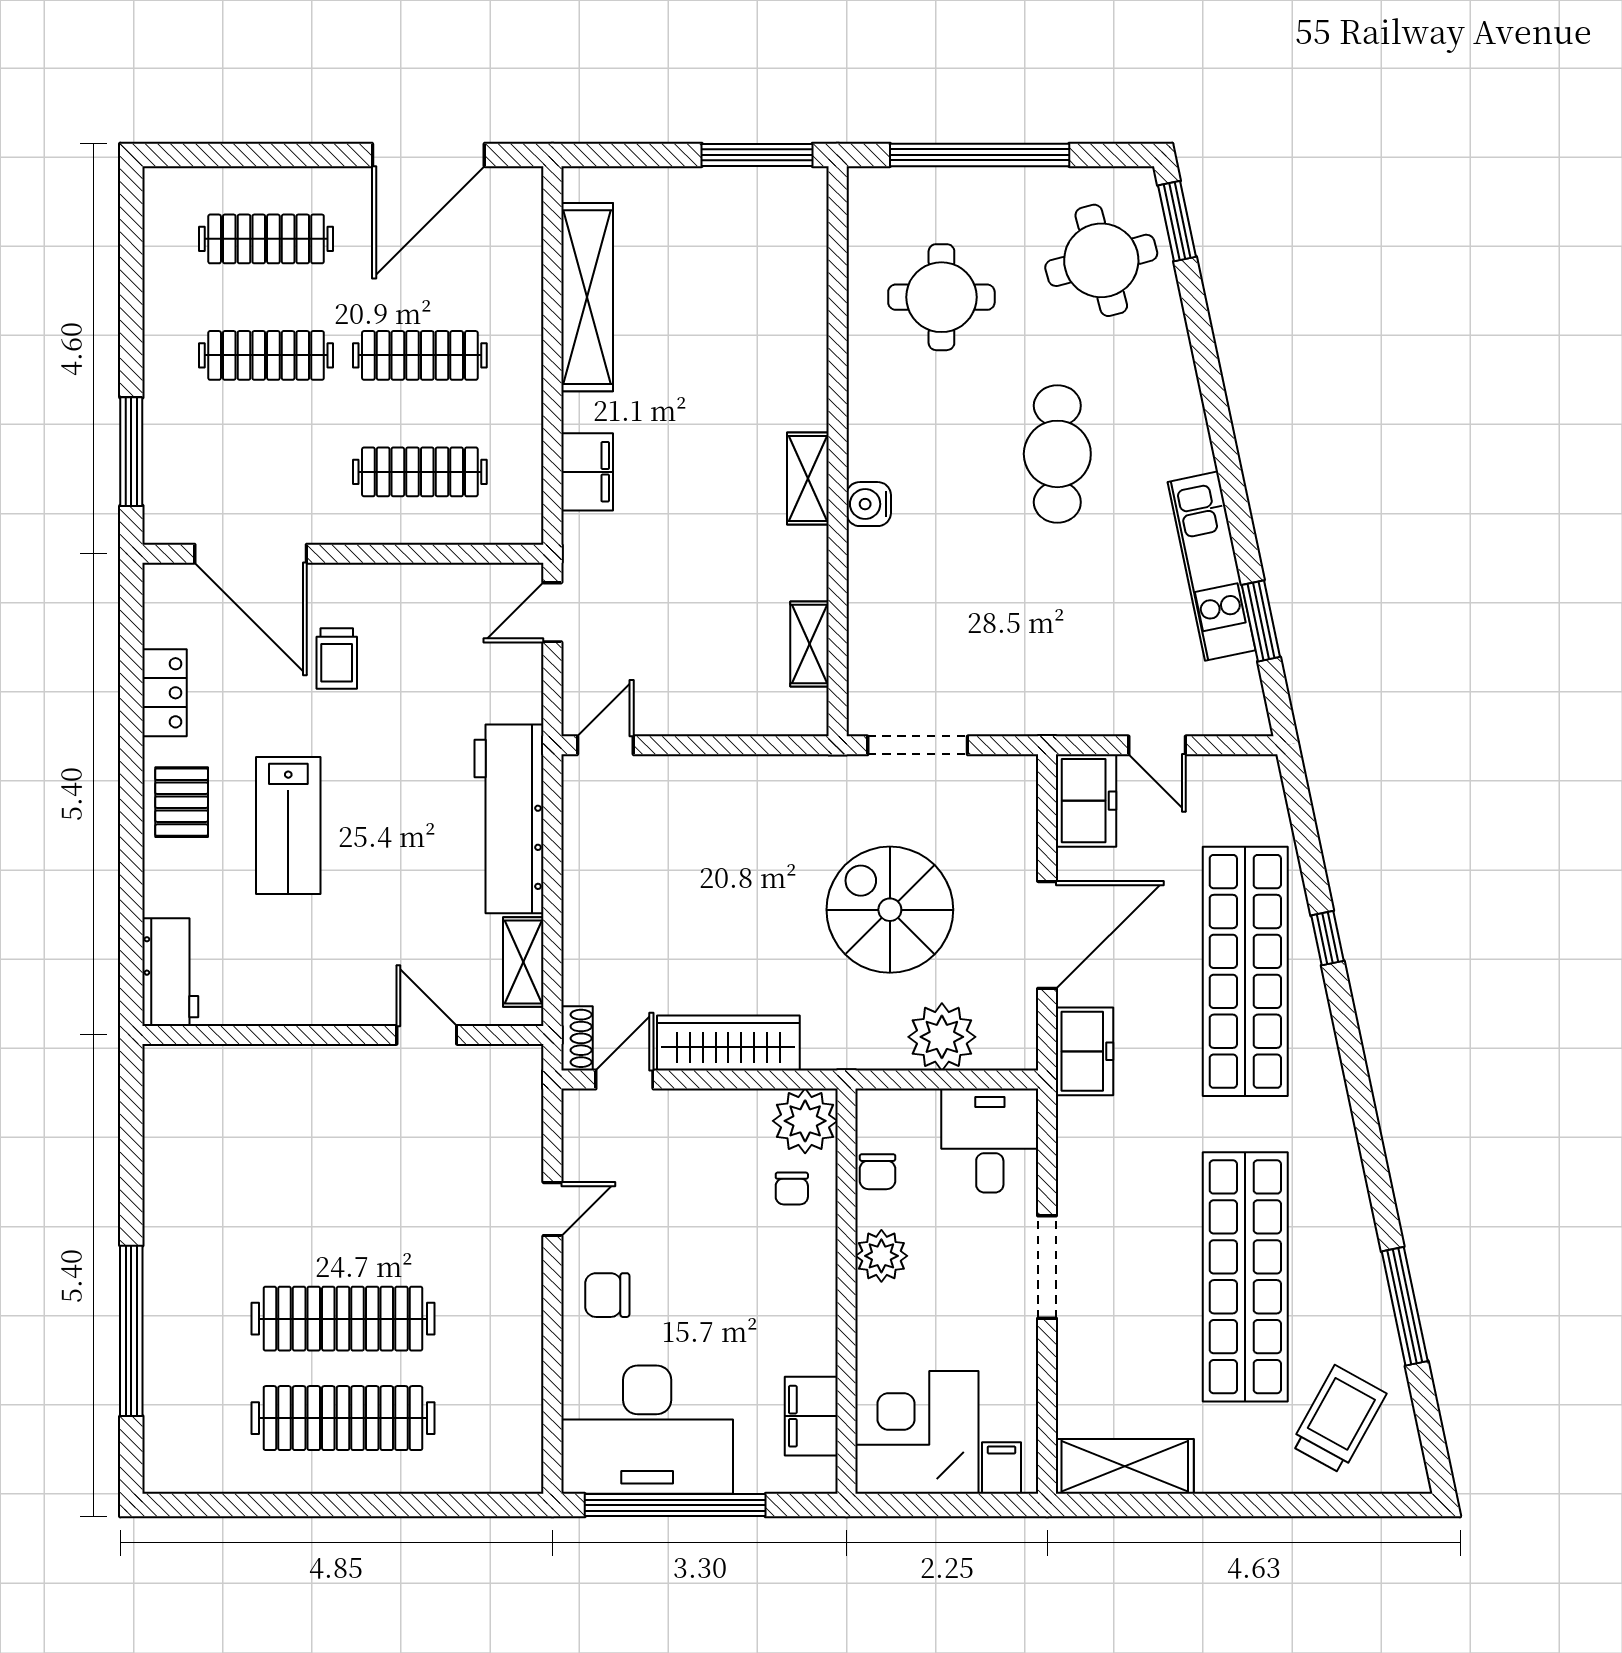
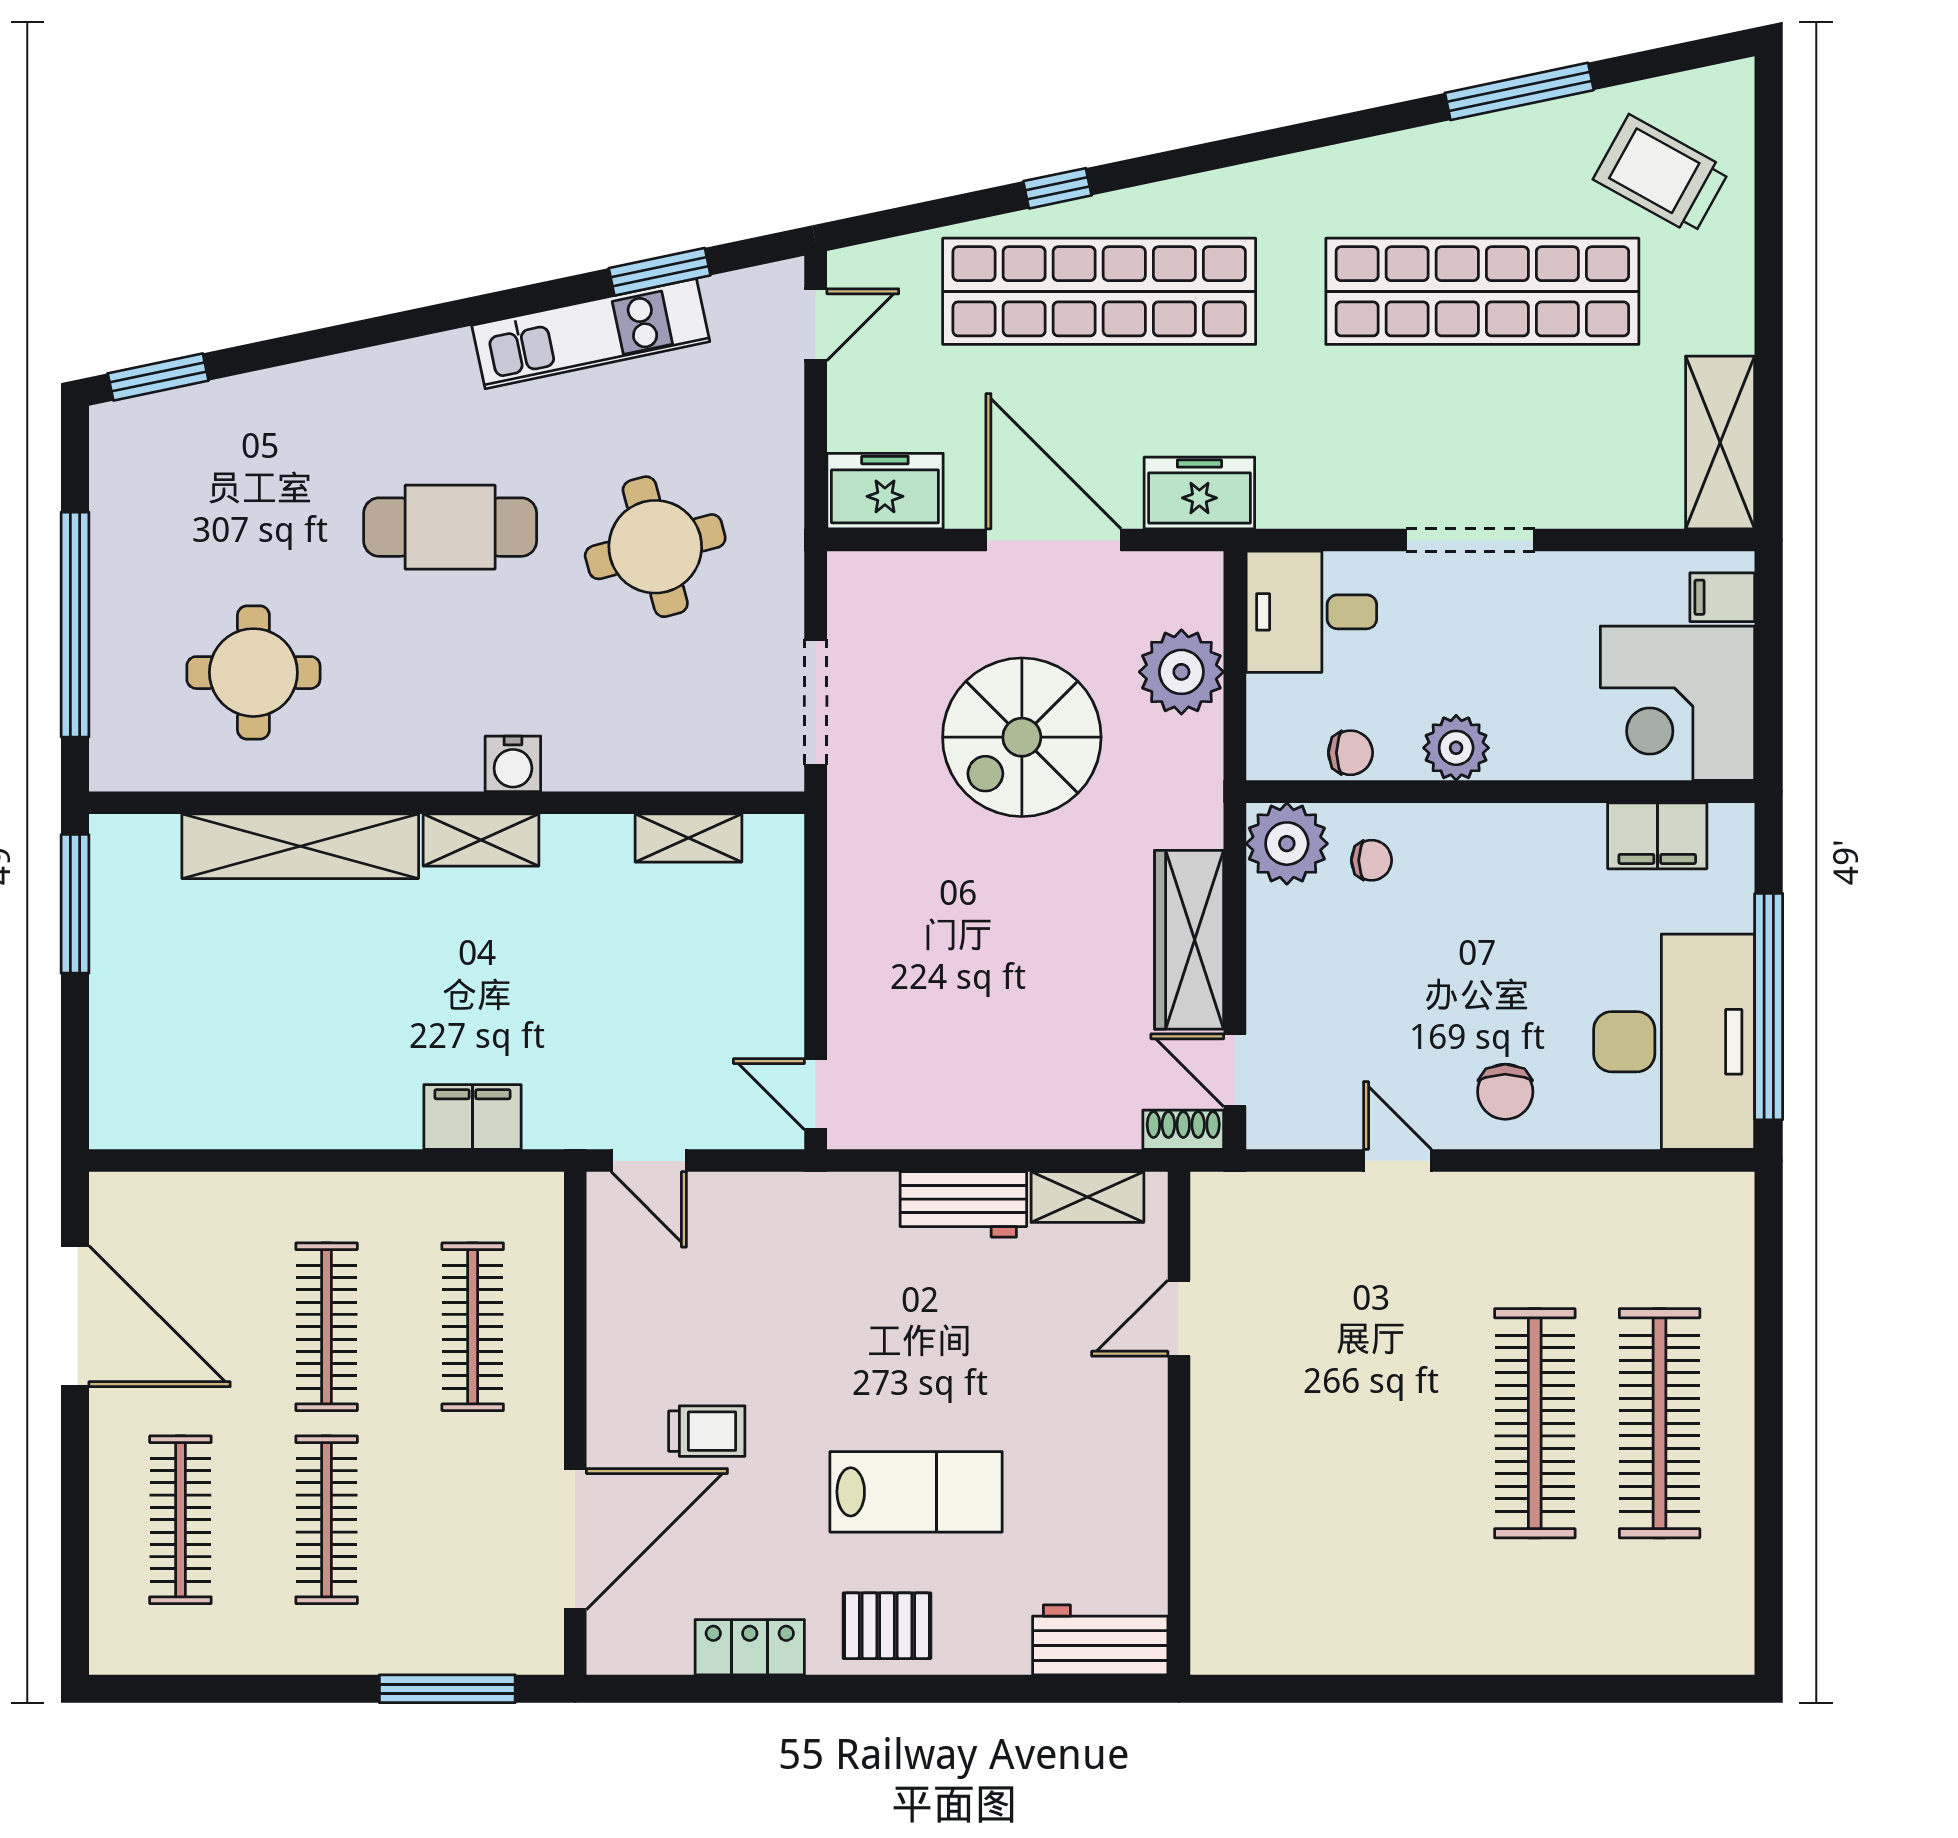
round table: (1101, 260) -> (655, 547), moved
shelving: (587, 297) -> (300, 846), moved
door: (1157, 745) -> (816, 325), moved
workbench: (509, 819) -> (963, 1204), width x0.53, depth x0.76
window: (131, 1331) -> (1550, 1689), removed

